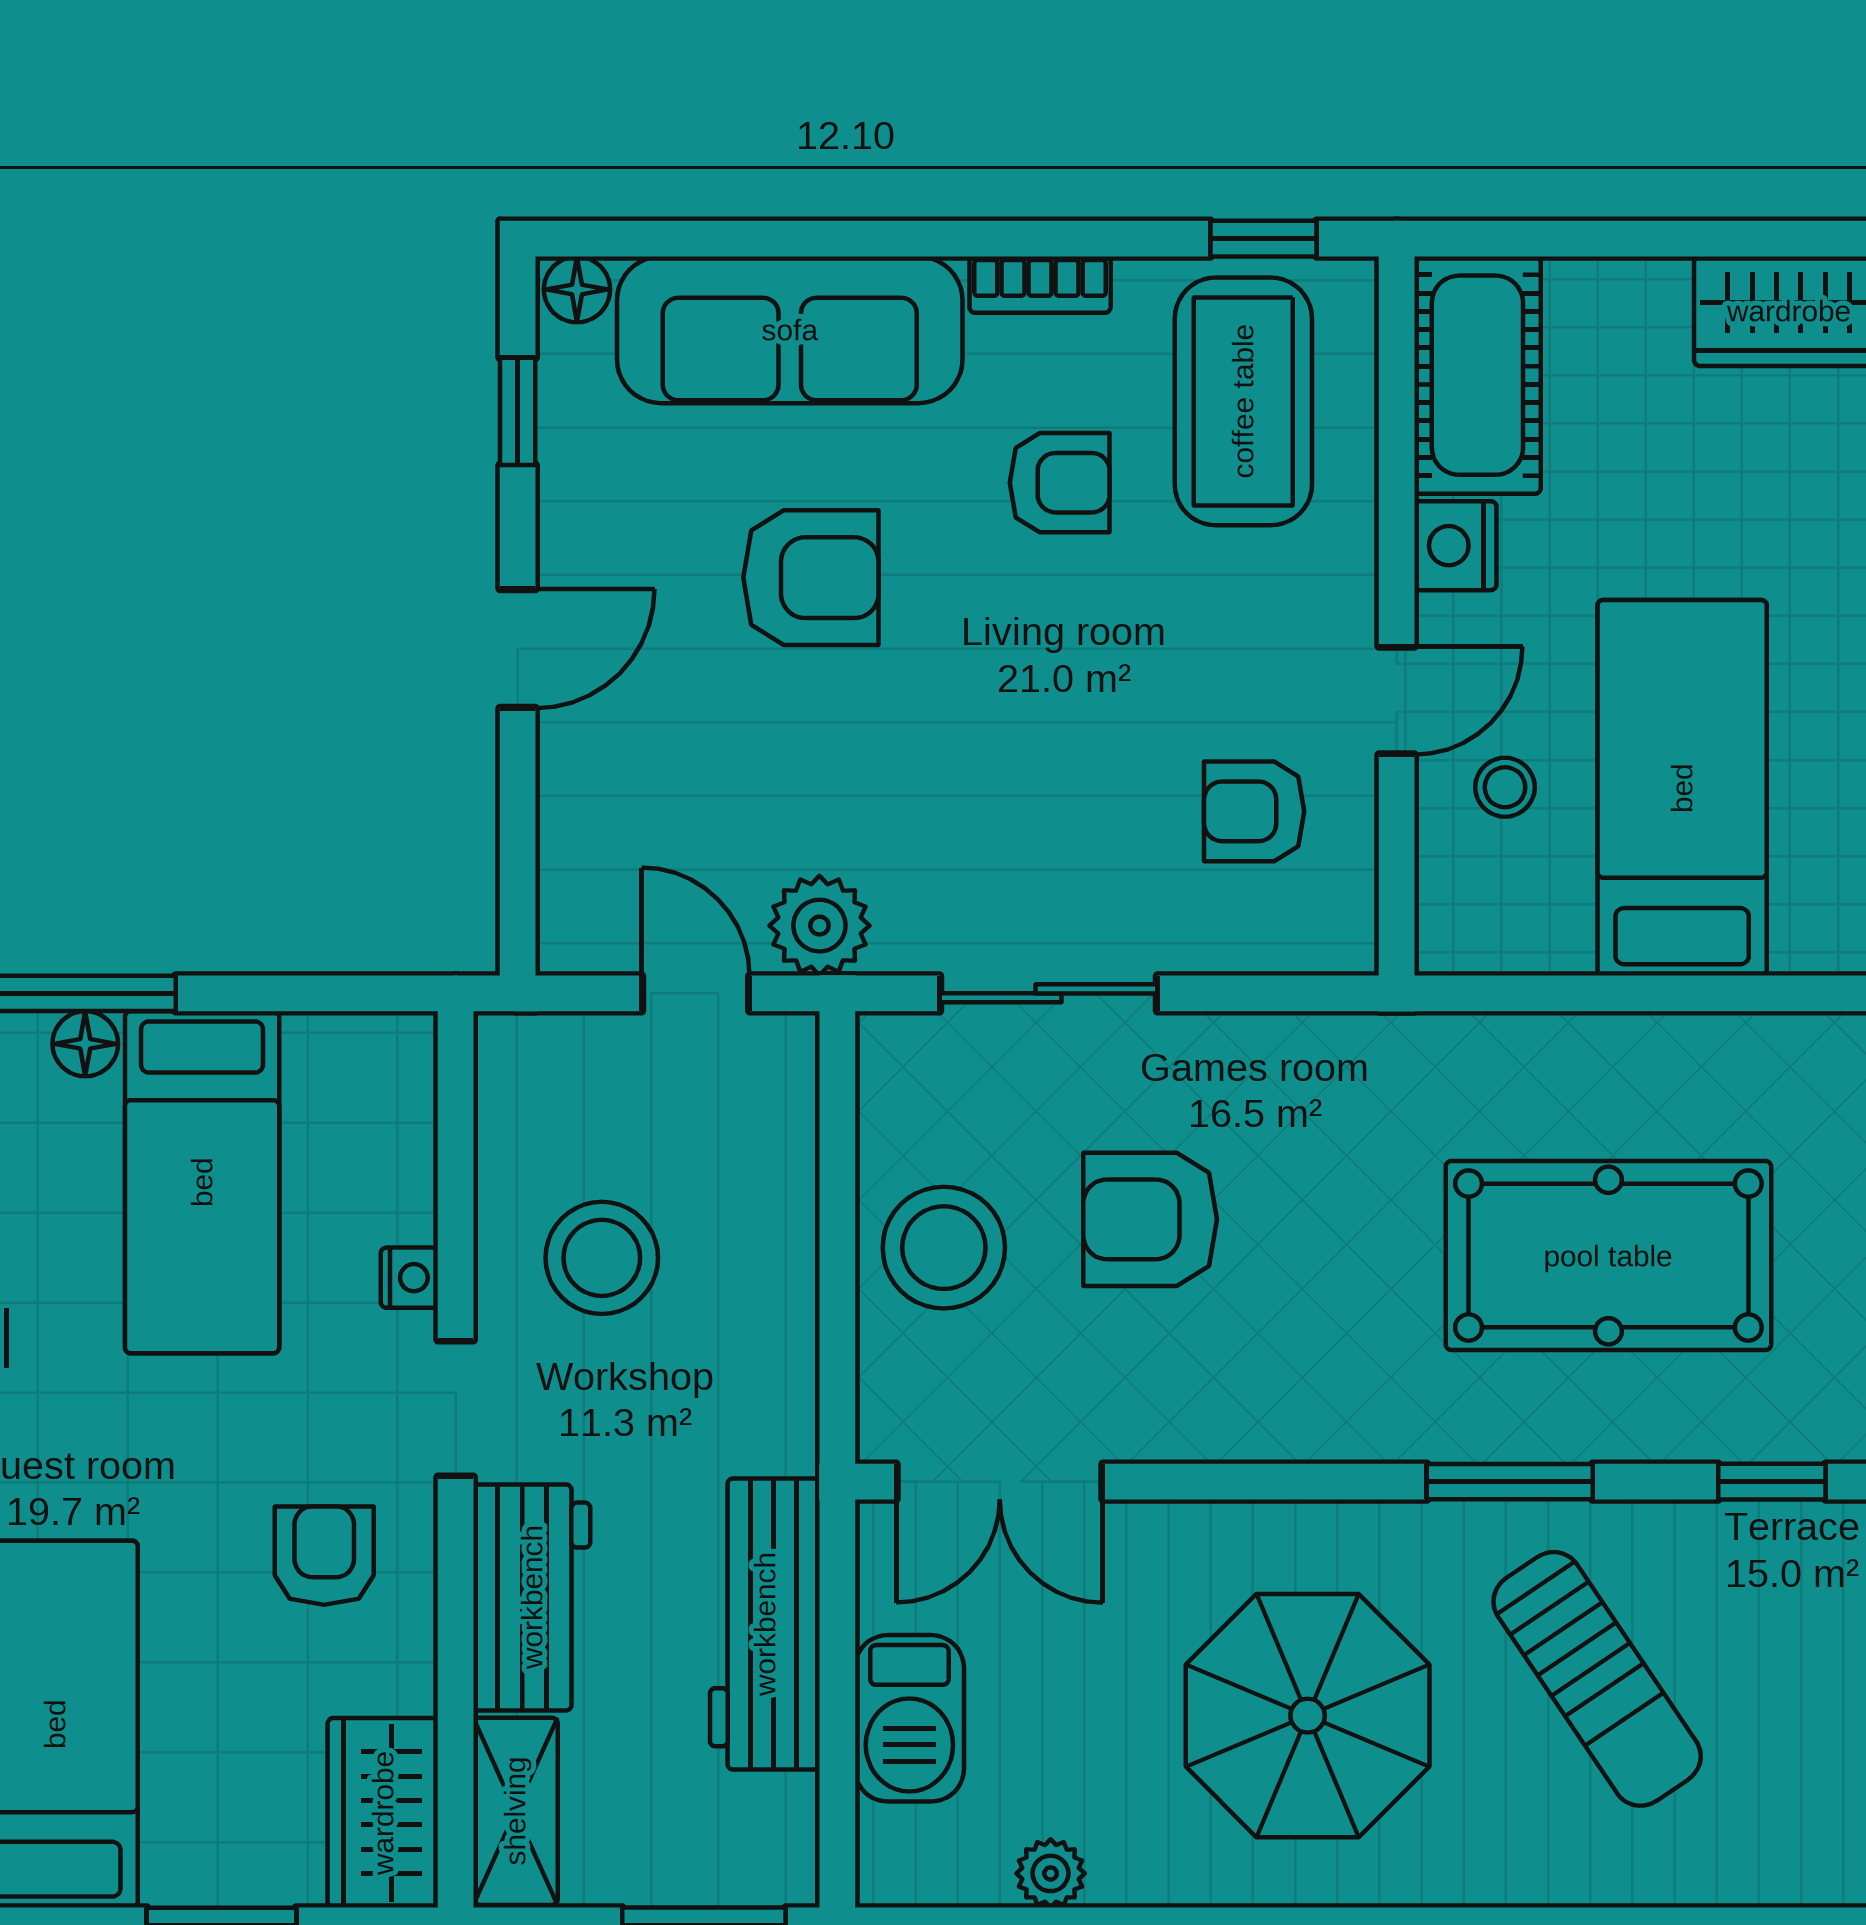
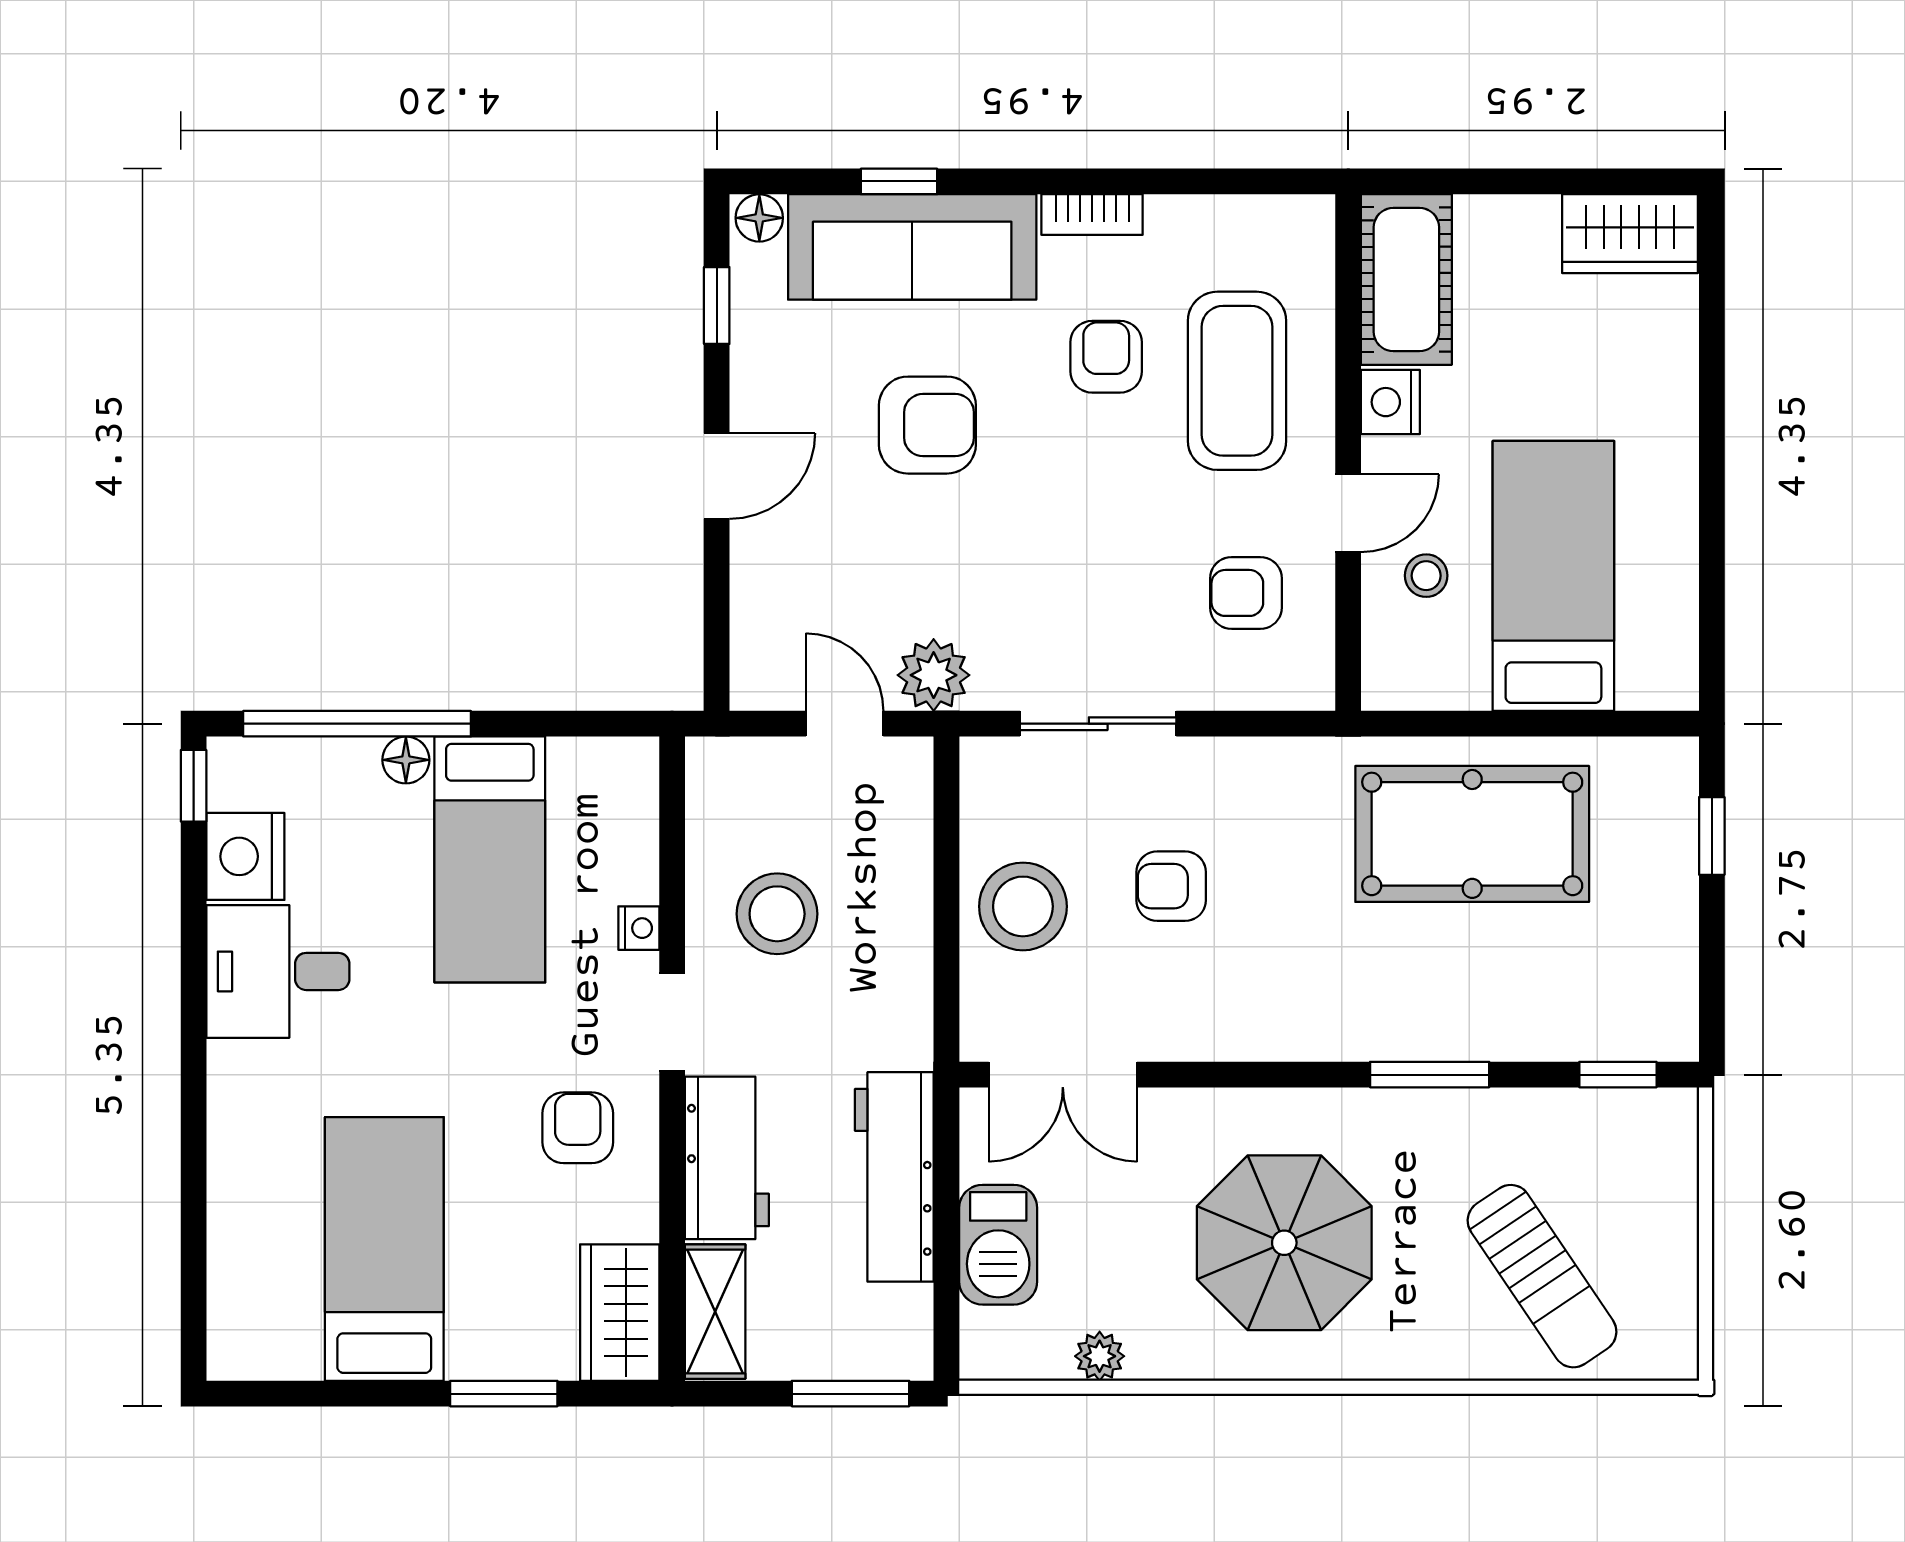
window: (1263, 239) -> (899, 181), moved
coffee table: (1243, 401) -> (1237, 381), moved
armchair: (1060, 483) -> (1106, 357), turned -90
armchair: (1150, 1219) -> (1171, 886), width x0.72, depth x0.72
pool table: (1608, 1256) -> (1472, 834), moved
sun lounger: (1597, 1679) -> (1542, 1276), moved

